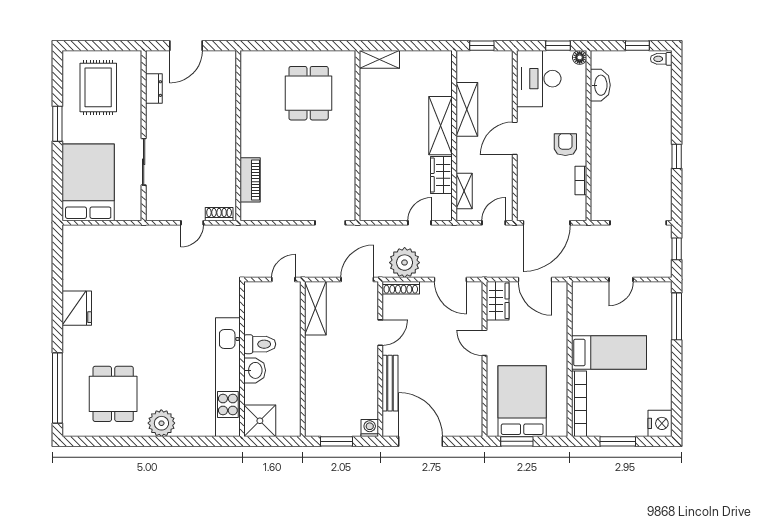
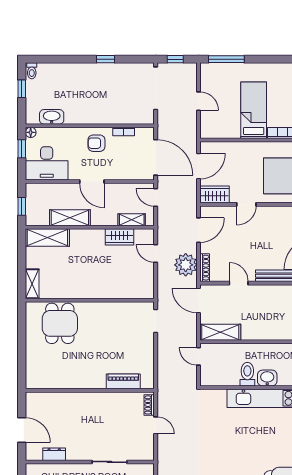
dining table: (309, 93) -> (60, 323), moved, turned 90
shelving: (441, 126) -> (47, 238), moved

